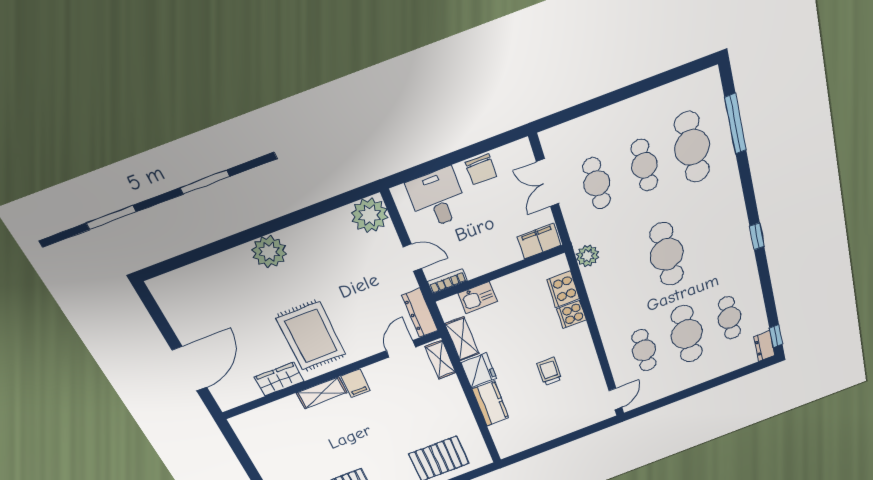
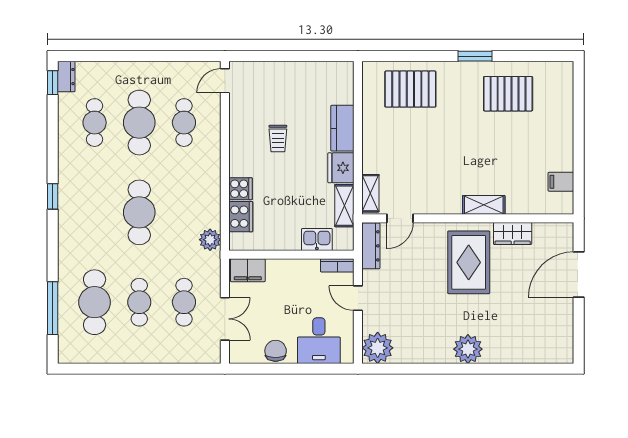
filing cabinet: (356, 383) -> (561, 182), moved, turned -90

